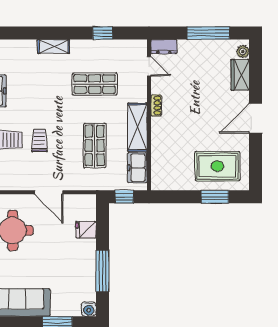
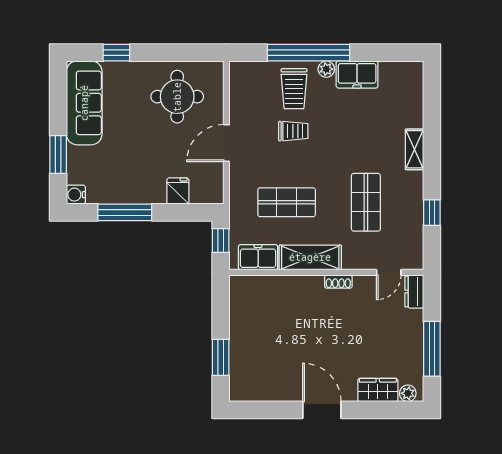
rug: (217, 166) -> (260, 361), removed

